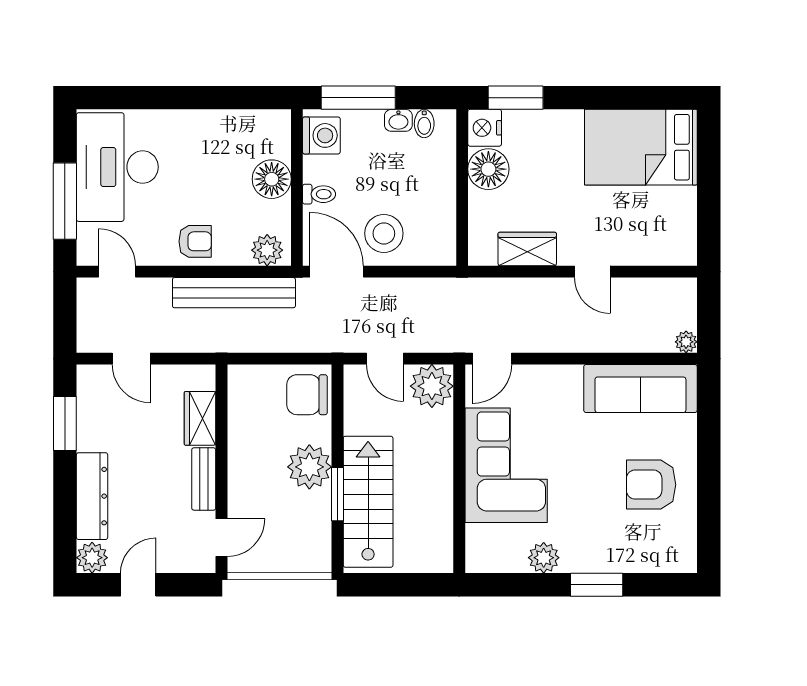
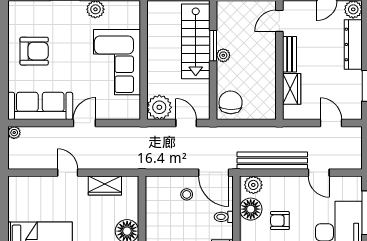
floor lamp: (272, 179) -> (251, 209), moved
stool: (384, 233) -> (187, 194), width x0.53, depth x0.53
armchair: (195, 241) -> (280, 221), moved
door: (117, 272) -> (319, 173), moved
door: (492, 359) -> (84, 123), moved
chair: (307, 395) -> (231, 102), turned -88
plant: (309, 467) -> (223, 55), width x0.53, depth x0.53

